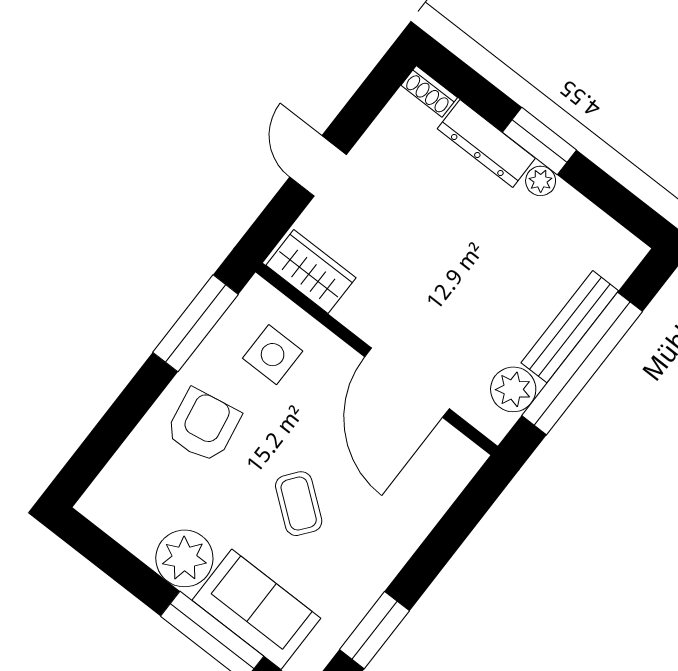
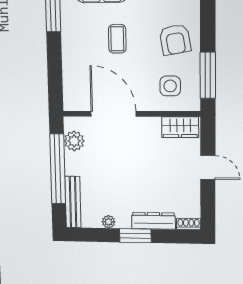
plant: (541, 181) -> (109, 222), moved
bench: (570, 327) -> (73, 202), moved
coffee table: (299, 504) -> (117, 39), turned 52

